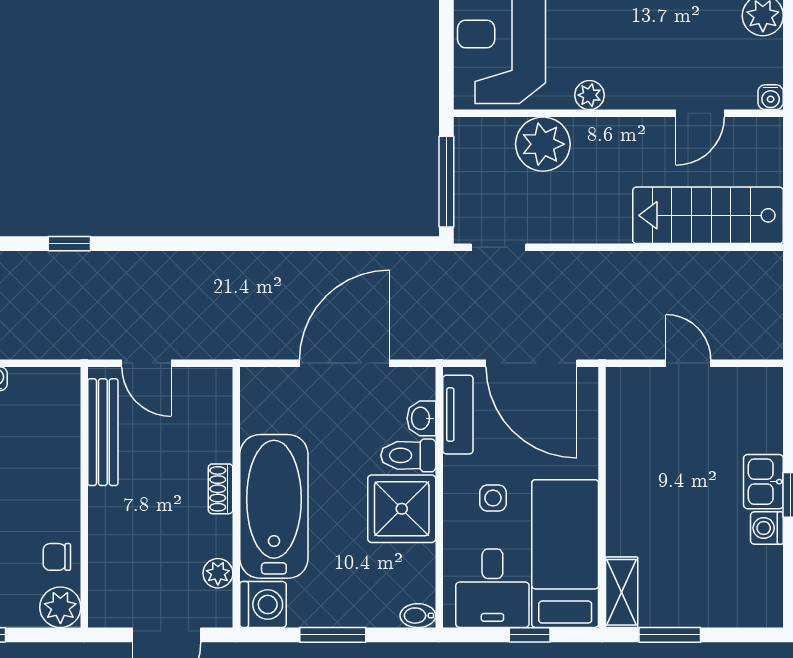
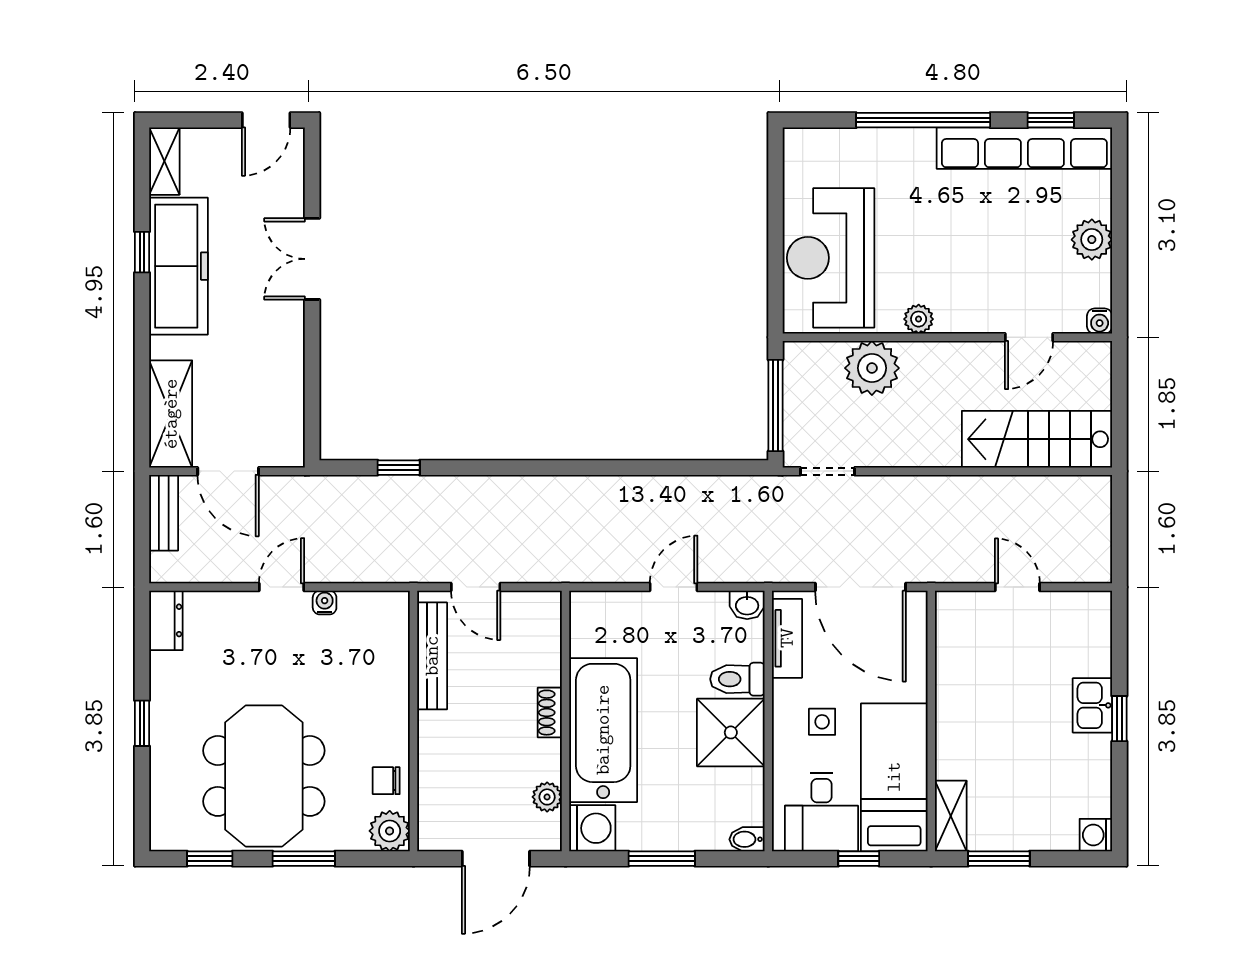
door: (344, 363) -> (674, 587), width x0.53
washbasin: (421, 418) -> (747, 605), moved, turned -90
washing machine: (767, 528) -> (1096, 835), moved

